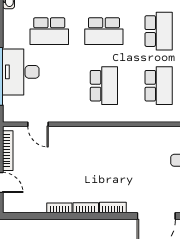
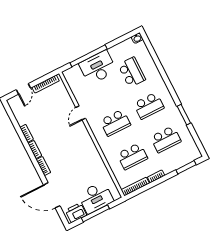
school desk: (49, 31) -> (132, 72), turned 180
school desk: (104, 31) -> (149, 106), turned -90
door: (38, 124) -> (81, 113), moved

